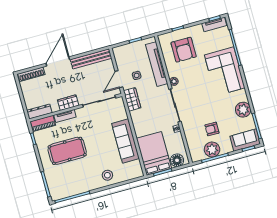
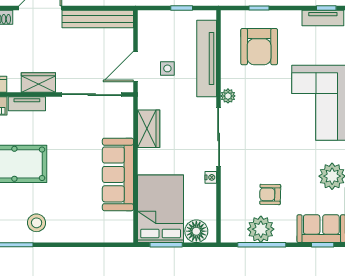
wardrobe: (132, 99) -> (149, 129), moved
stool: (107, 175) -> (37, 223), moved

